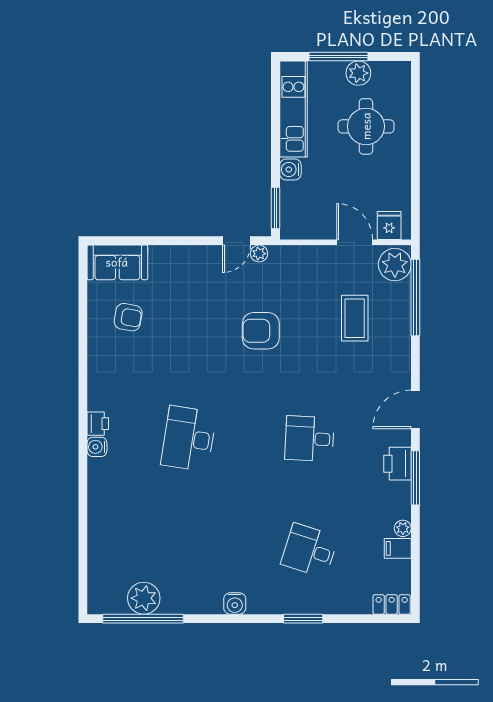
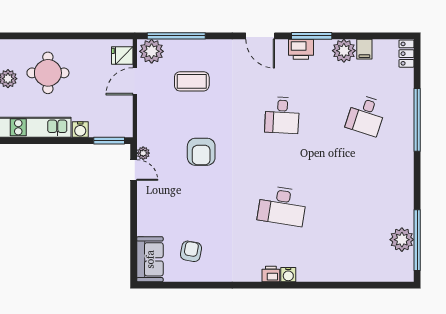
plant: (403, 528) -> (344, 51), width x1.88, depth x1.88
water cooler: (235, 603) -> (406, 171), removed
window: (303, 619) -> (417, 120), width x2.11

